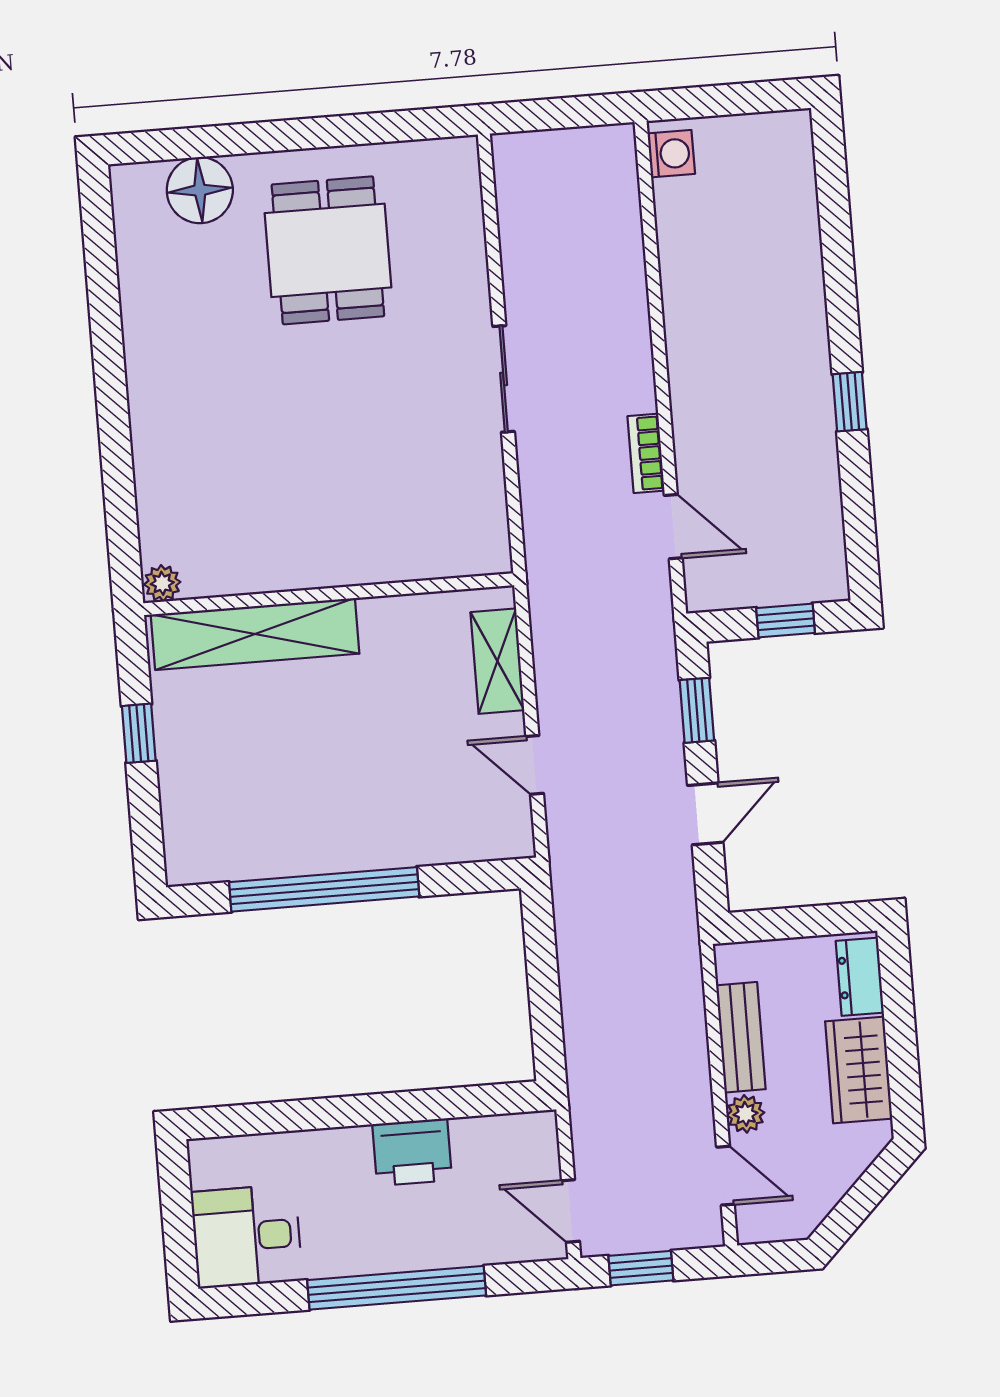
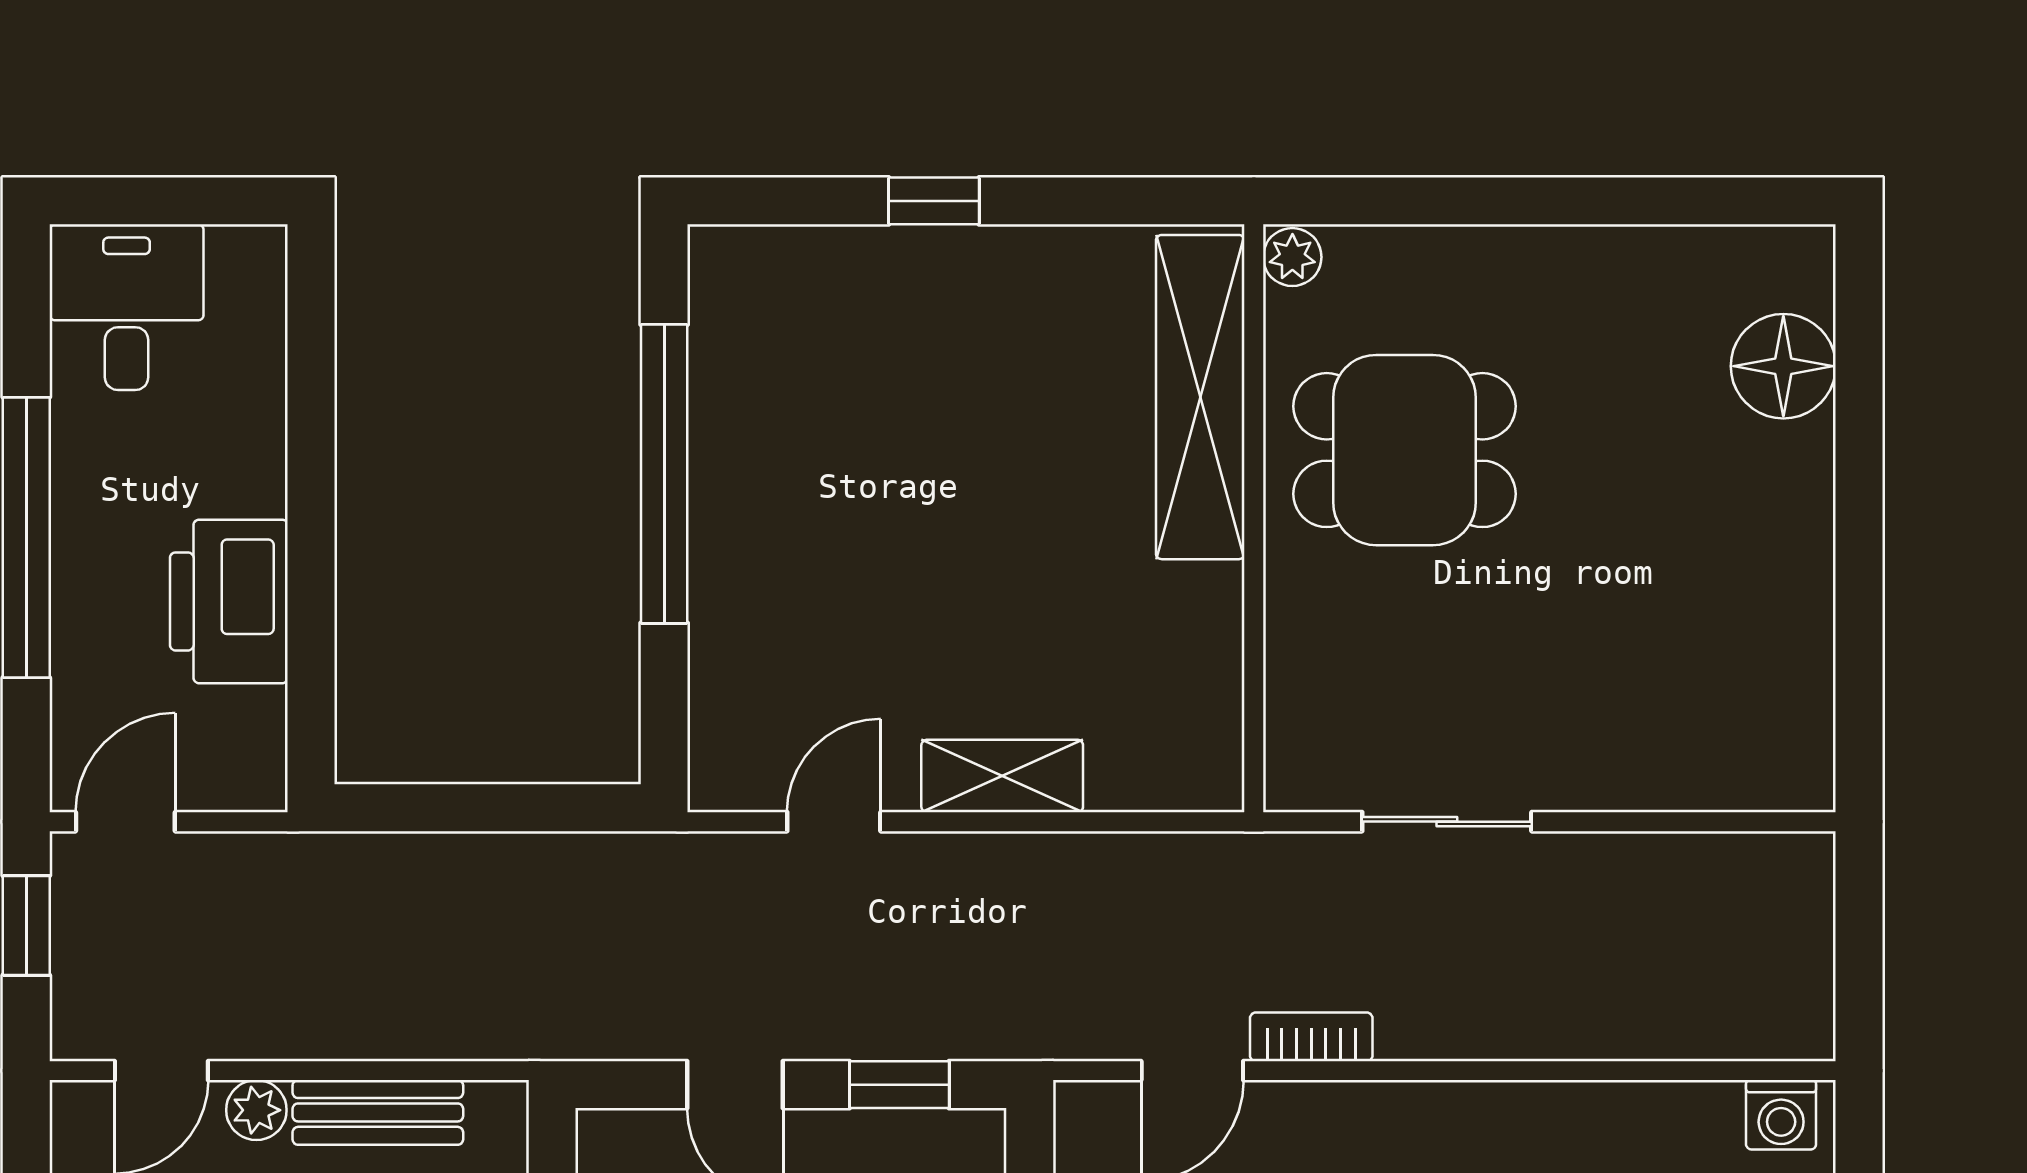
dining table: (328, 250) -> (1405, 450), moved
plant: (162, 583) -> (1292, 257), moved
wall: (329, 594) -> (1254, 518), moved
shelving: (255, 634) -> (1200, 397), moved
printer: (412, 1152) -> (229, 601), width x1.37, depth x1.19

